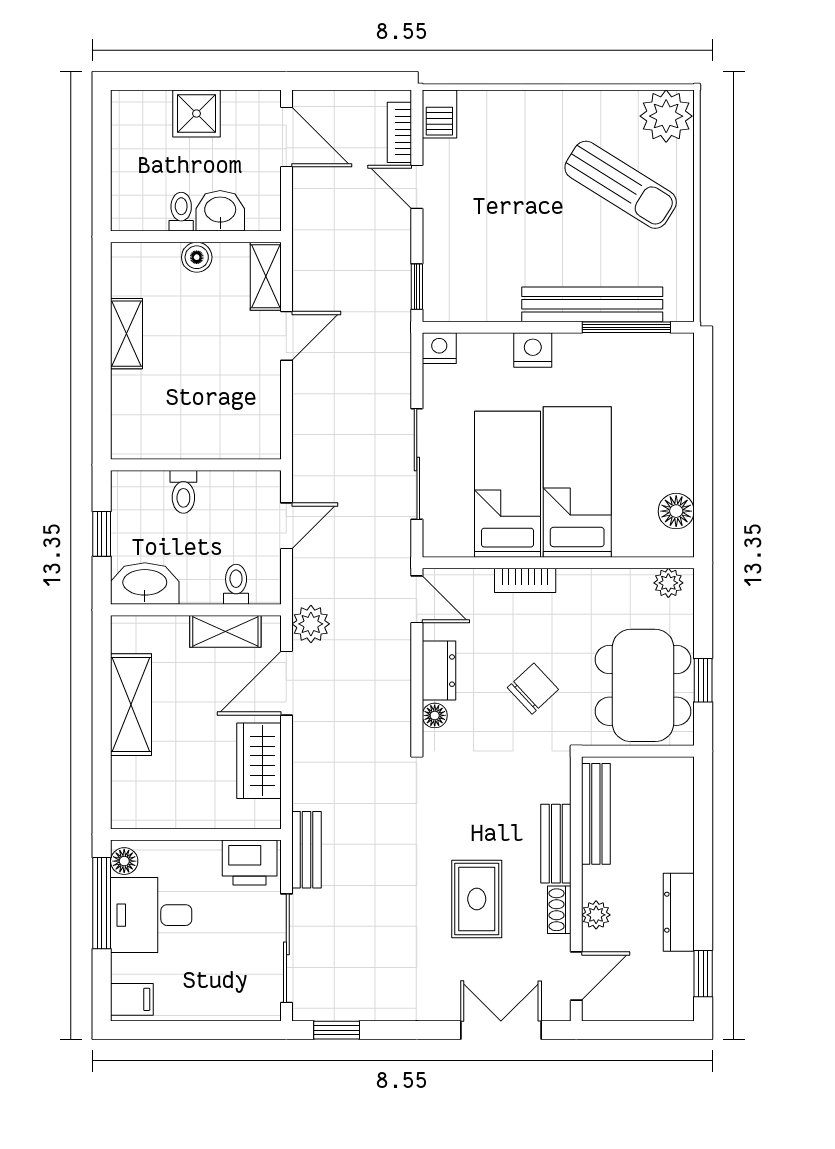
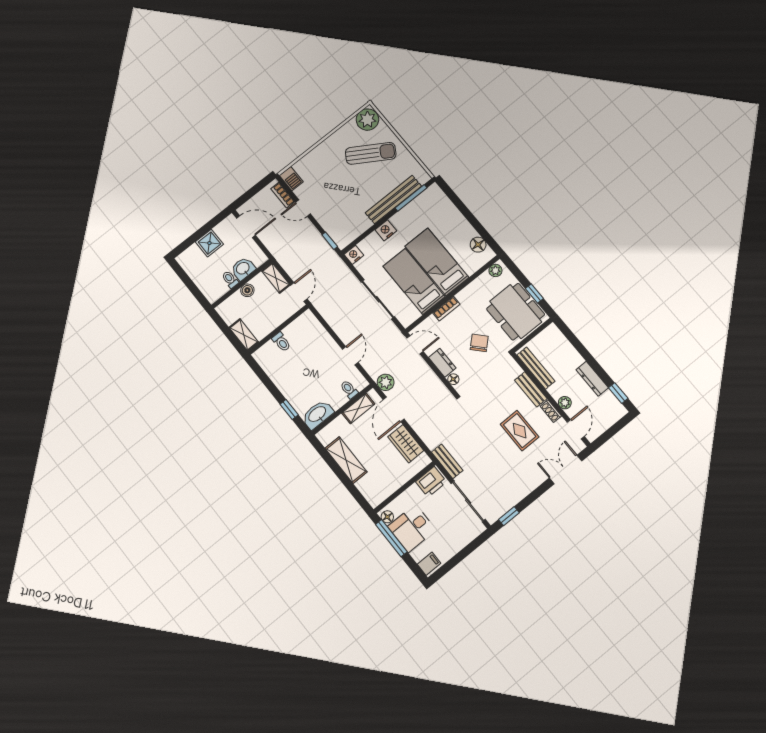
wall: (196, 465) -> (278, 330), moved
toilet: (183, 492) -> (281, 342), moved

